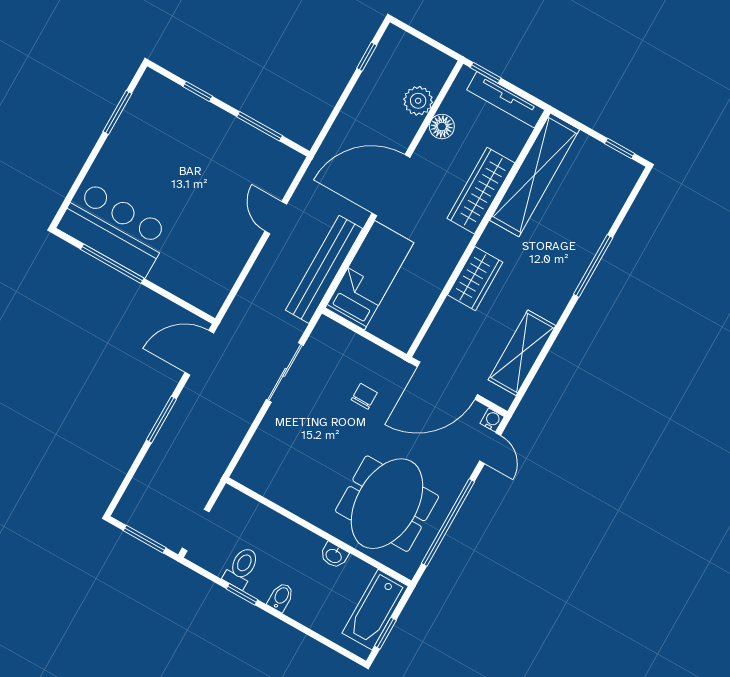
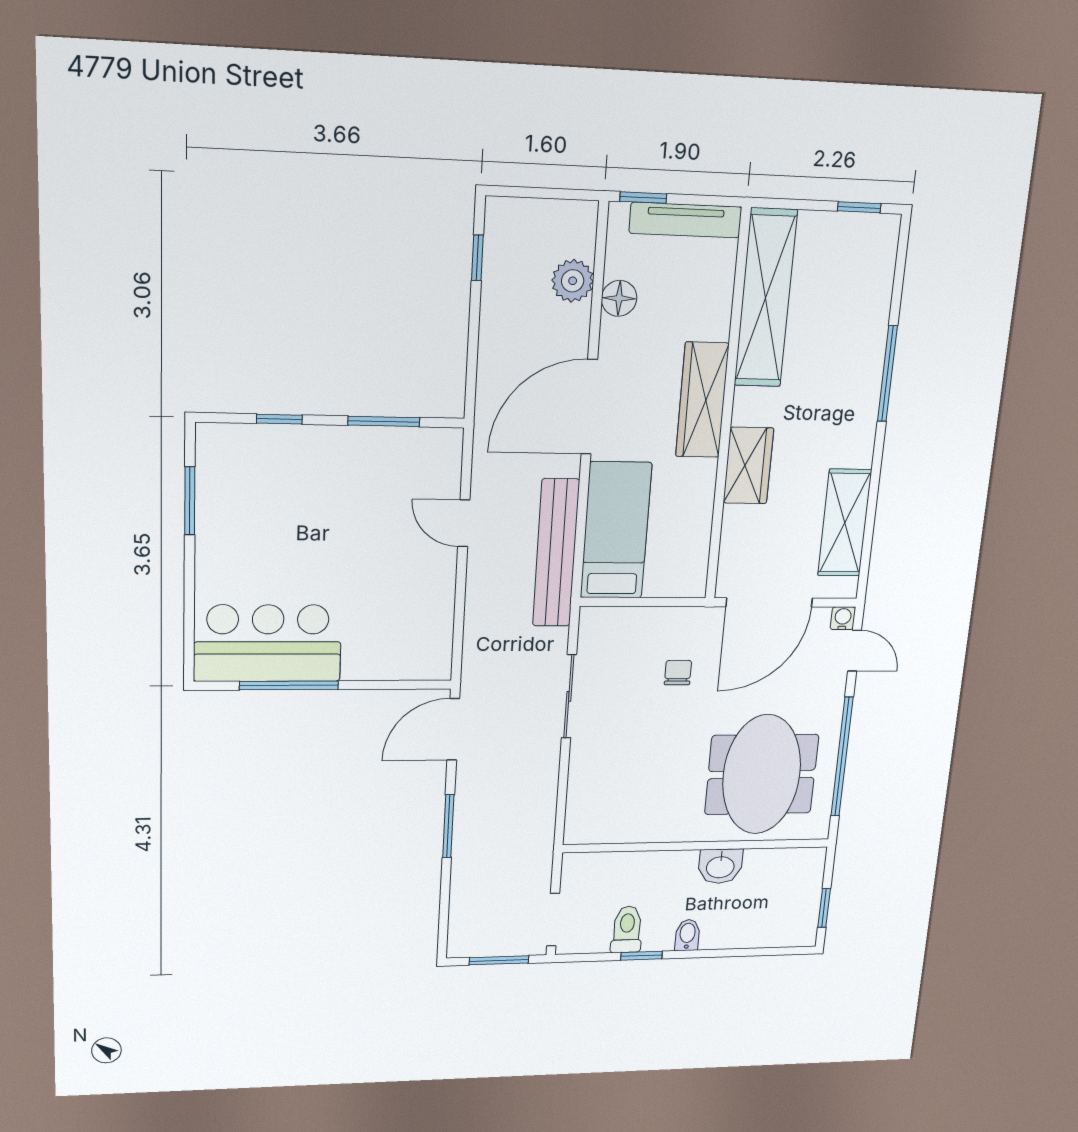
wardrobe: (481, 191) -> (702, 400), moved
washbasin: (334, 555) -> (720, 866), width x1.38, depth x1.45
bathtub: (375, 610) -> (801, 891), removed

